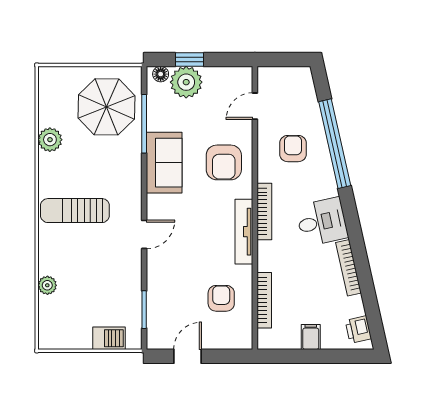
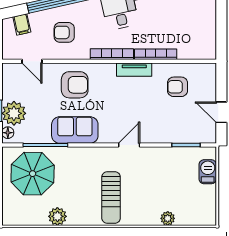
tv unit: (244, 232) -> (134, 70), width x0.71
door: (144, 234) -> (129, 145), hinge flipped
bookcase: (264, 300) -> (156, 54), moved
filing cabinet: (311, 337) -> (22, 24), moved, turned -103

